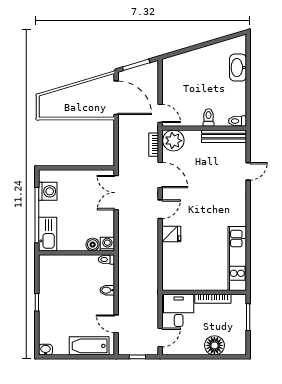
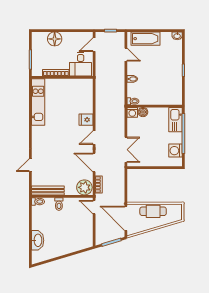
cafe table: (79, 108) -> (153, 211), added

